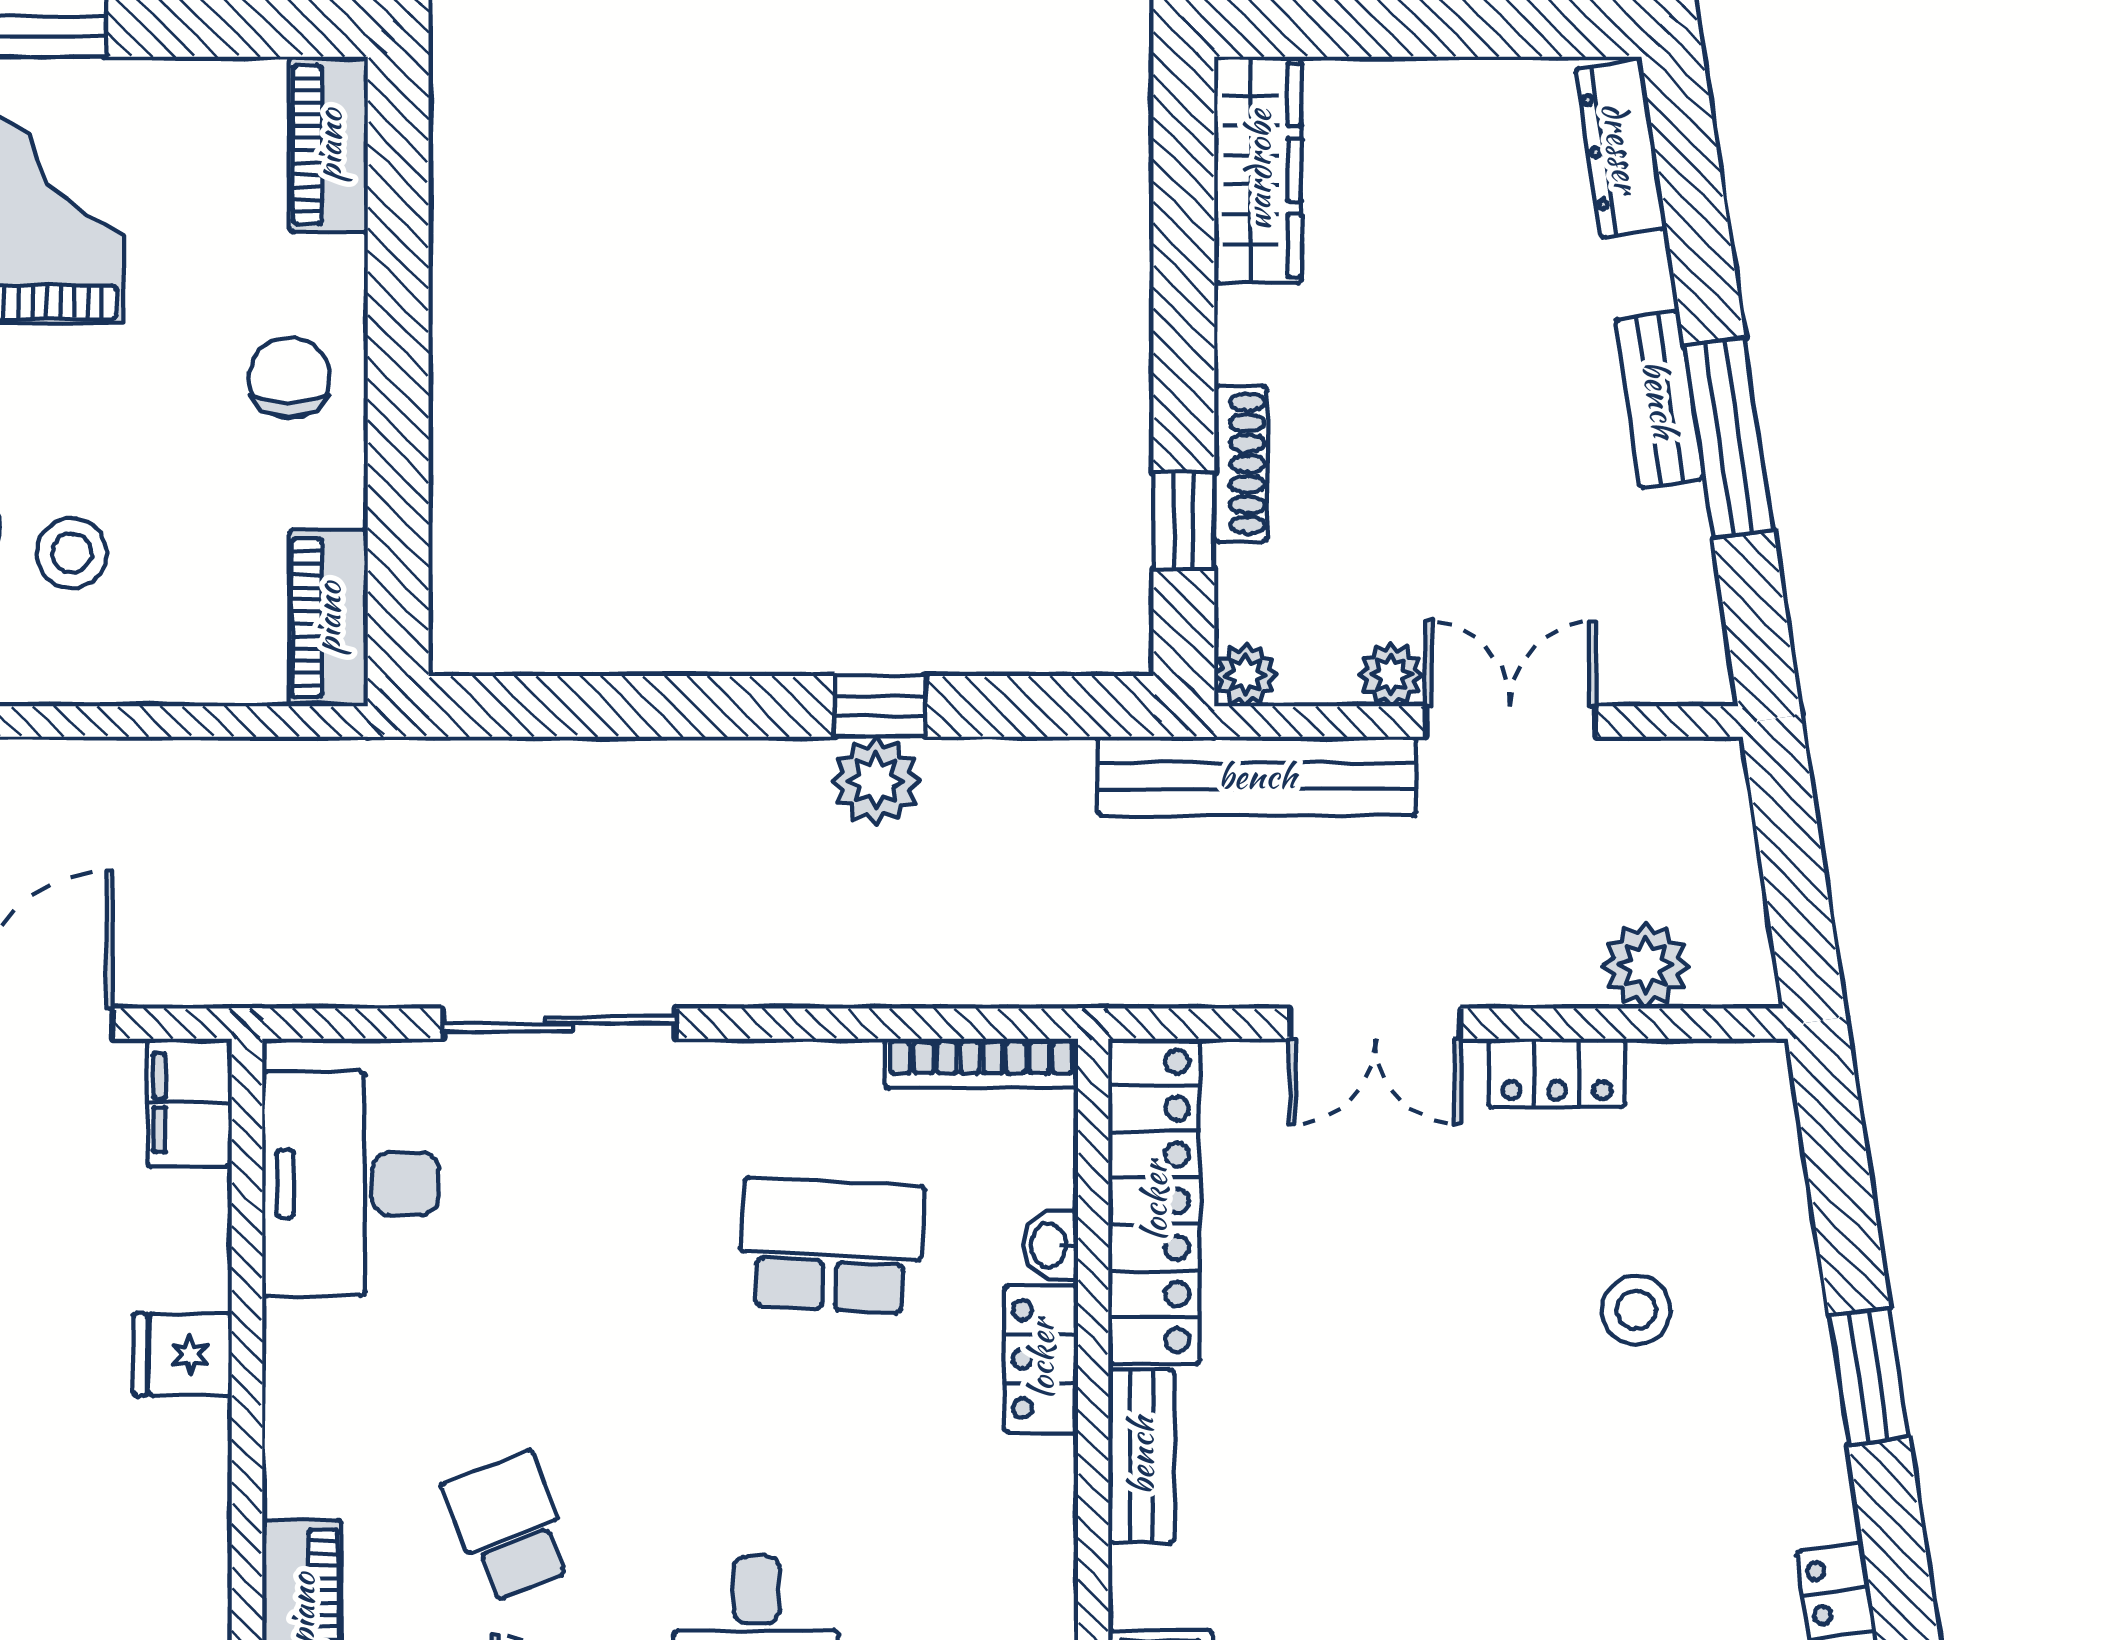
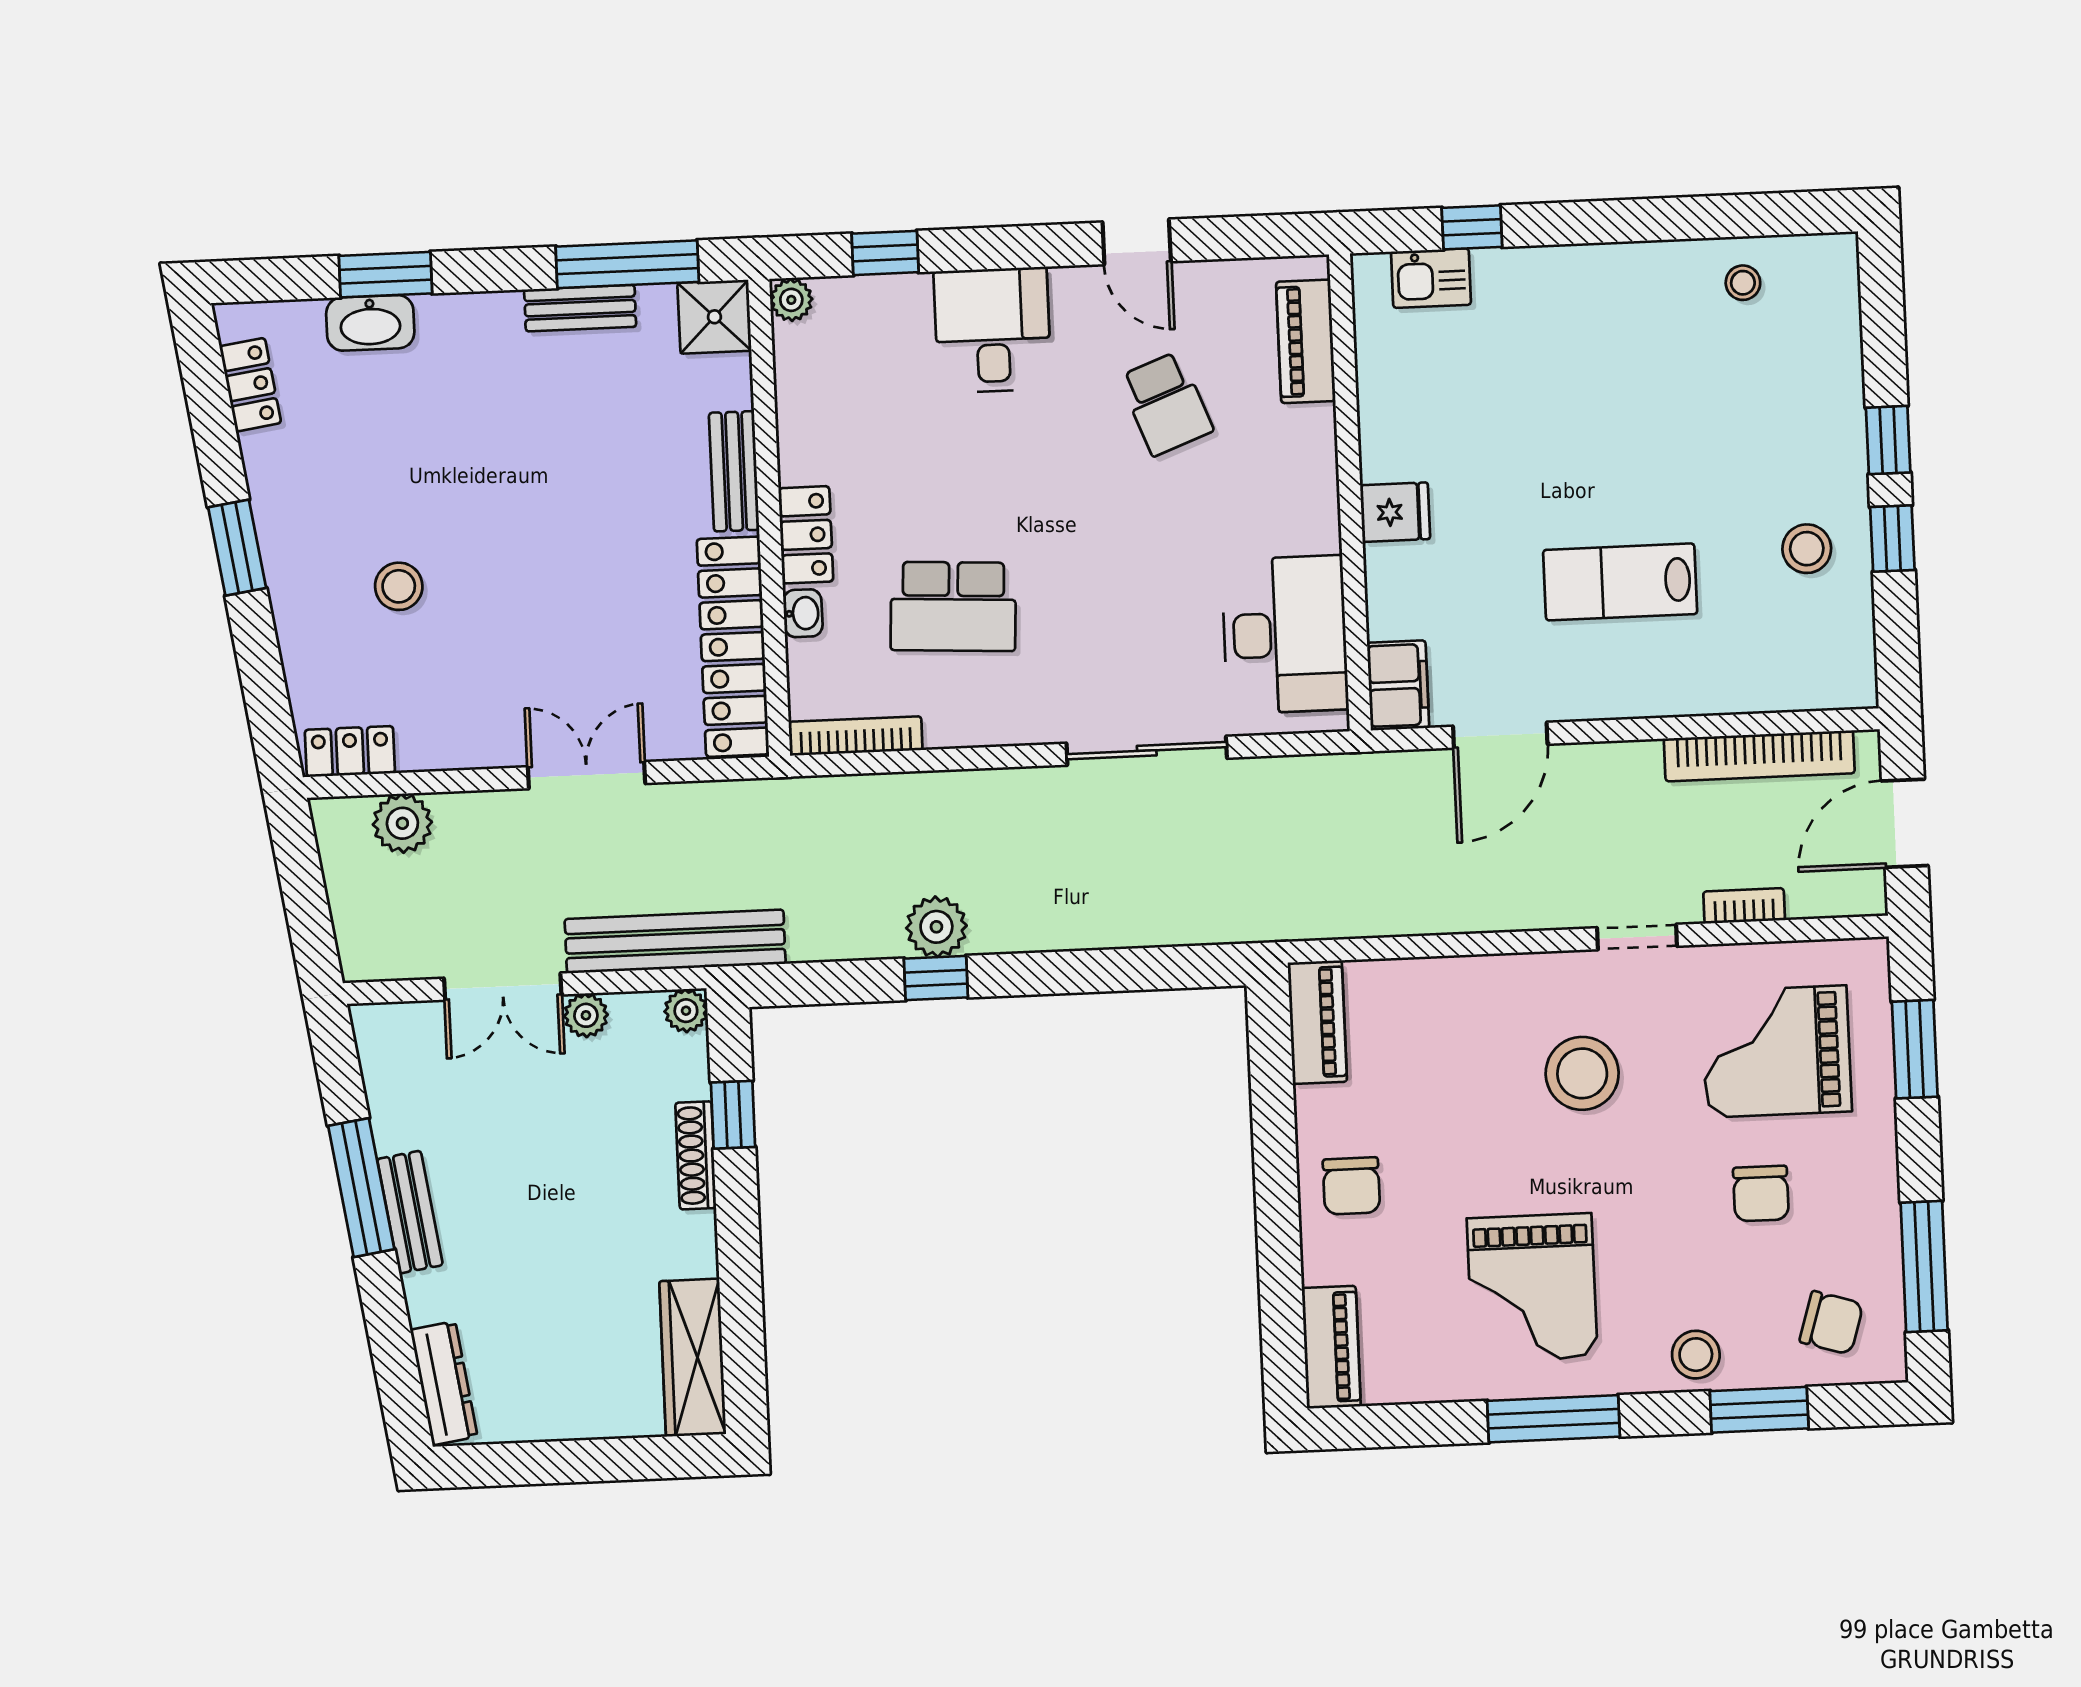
stool: (72, 553) -> (1495, 1059), removed
locker: (1557, 1073) -> (350, 751), moved

